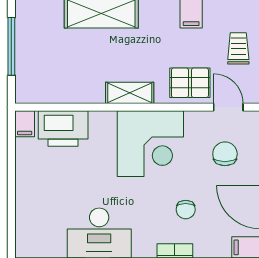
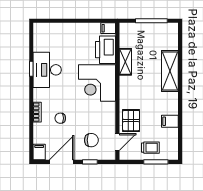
shelving: (130, 93) -> (125, 62), moved
corner desk: (150, 144) -> (97, 83), moved

